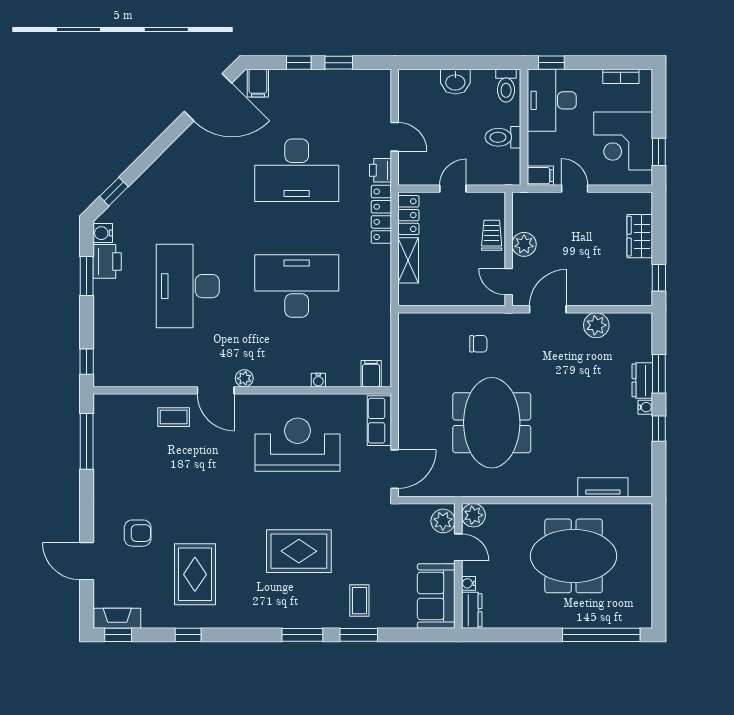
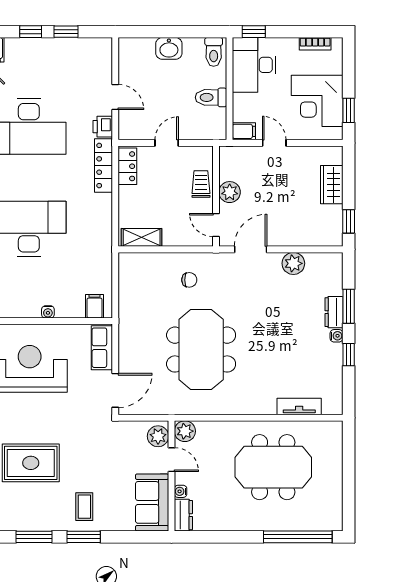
shelving: (408, 260) -> (142, 237), moved, turned 90

